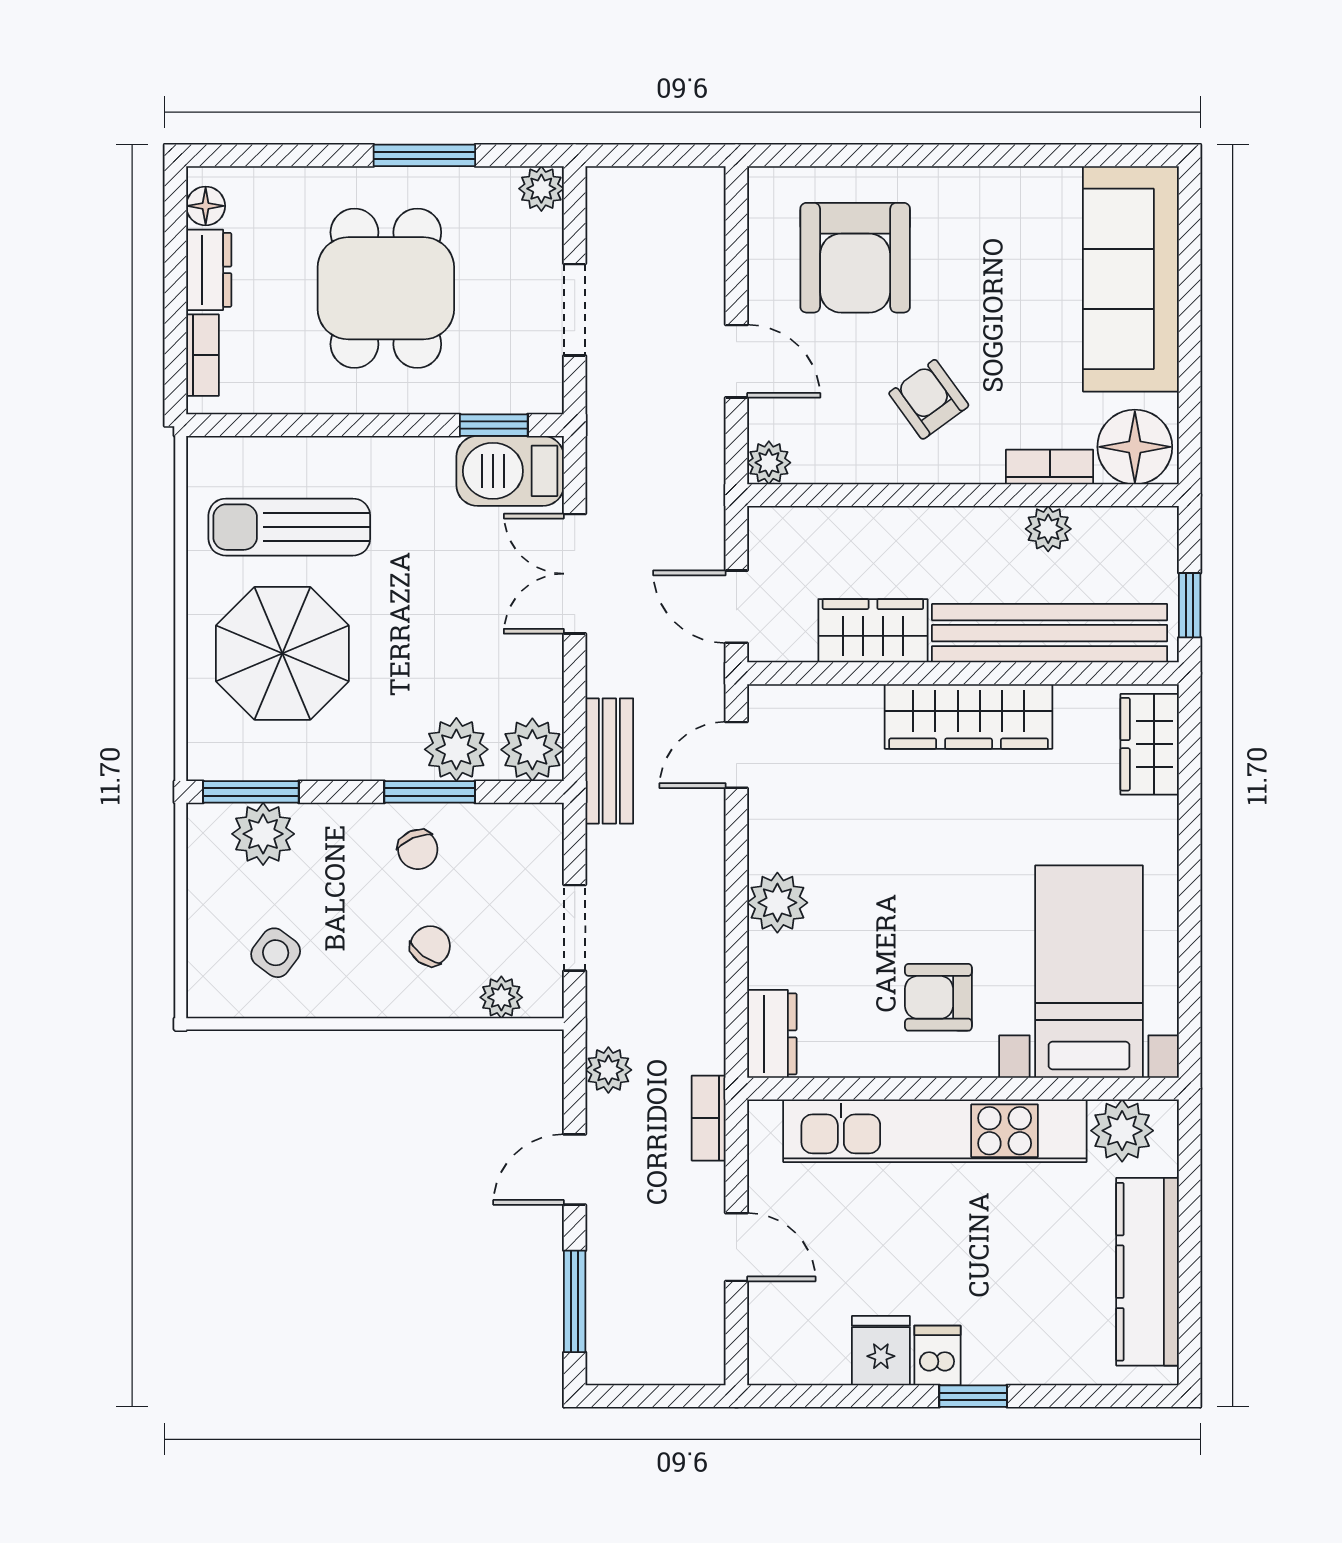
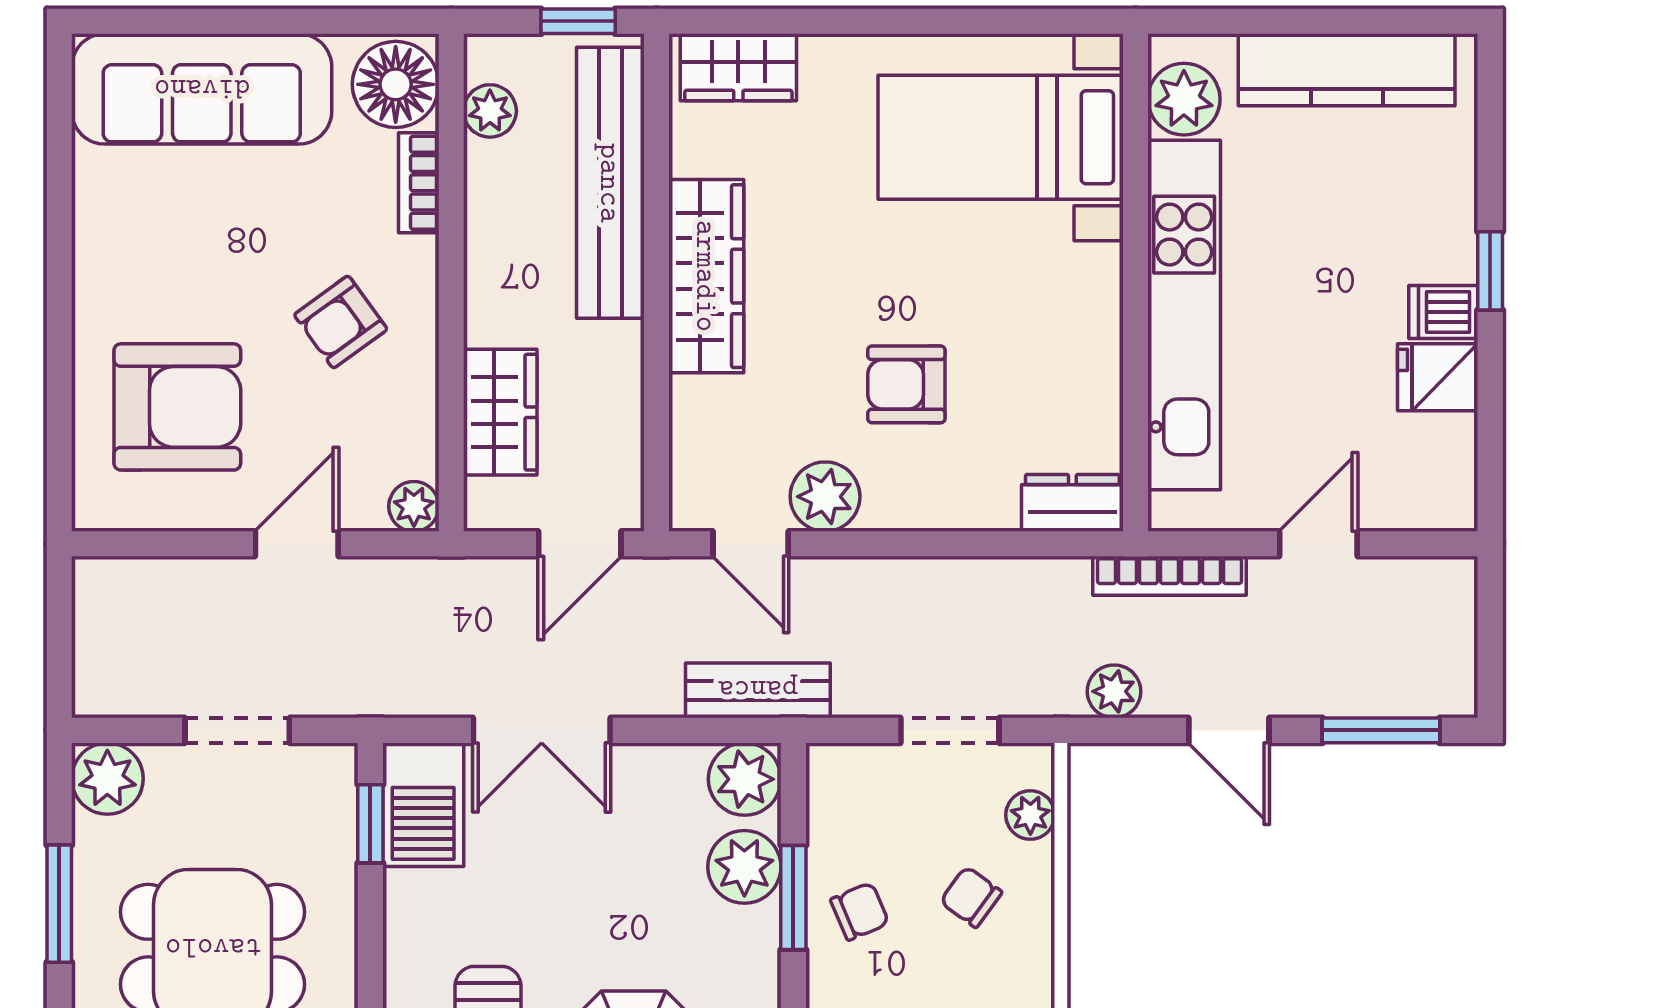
plant: (541, 189) -> (107, 779), width x1.38, depth x1.38
plant: (1048, 529) -> (490, 111), moved
wardrobe: (873, 631) -> (500, 412), moved, turned 180
plant: (777, 903) -> (825, 497), moved
armchair: (938, 997) -> (906, 384), moved, turned 90
bookcase: (709, 1118) -> (1170, 576), width x1.56

